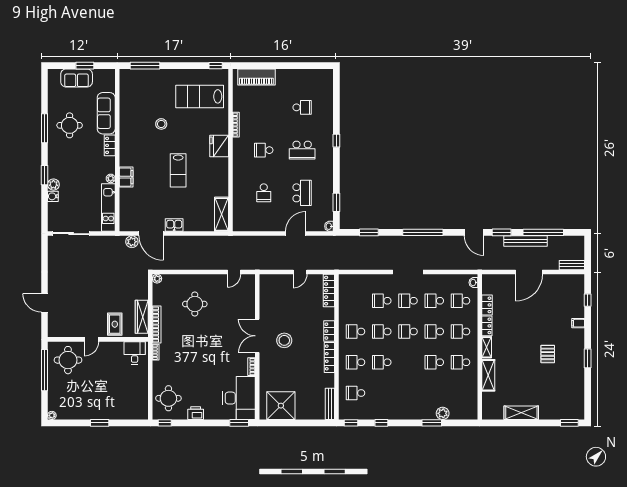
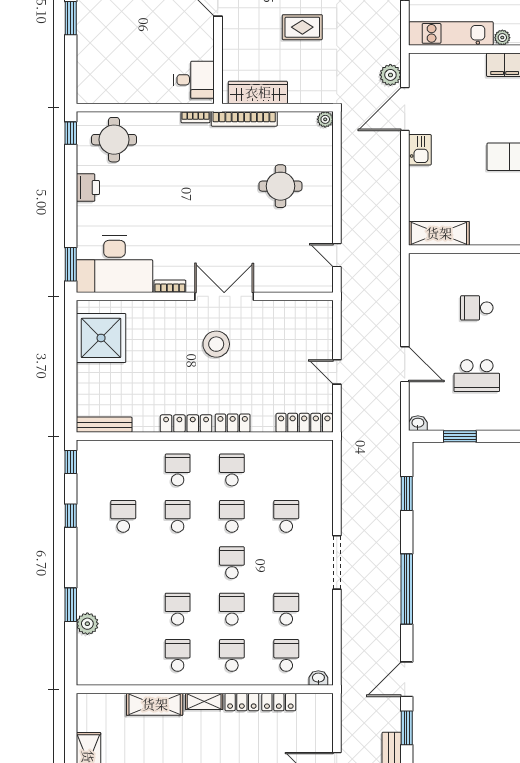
school desk: (408, 301) -> (286, 563), removed
rug: (115, 324) -> (302, 27), moved
school desk: (356, 393) -> (123, 516), moved

